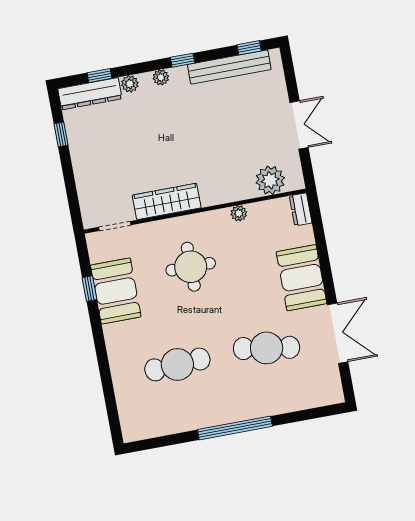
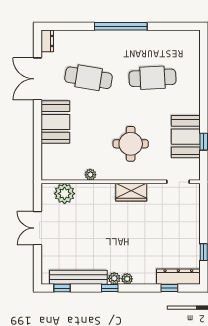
plant: (130, 84) -> (114, 278), moved
wardrobe: (167, 201) -> (131, 192), width x0.67
dresser: (301, 209) -> (47, 41), moved

